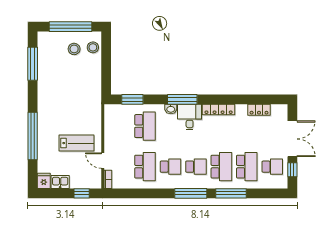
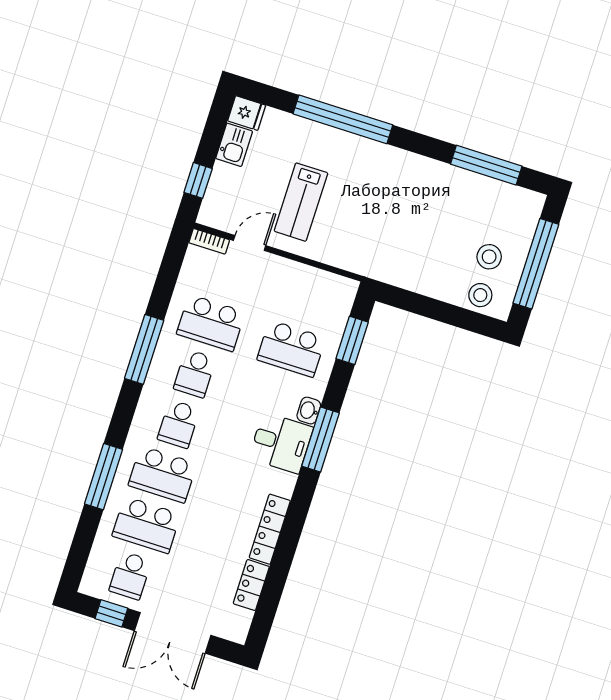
locker: (219, 110) -> (270, 529), moved
window: (191, 193) -> (144, 349), moved

